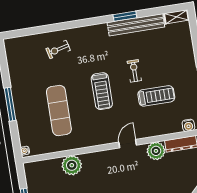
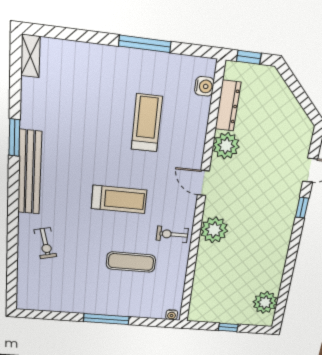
bench: (136, 25) -> (30, 173), moved
exercise bike: (134, 71) -> (172, 234), moved
exercise mat: (59, 111) -> (131, 262), width x0.73, depth x0.69
plant: (72, 165) -> (214, 230), moved

